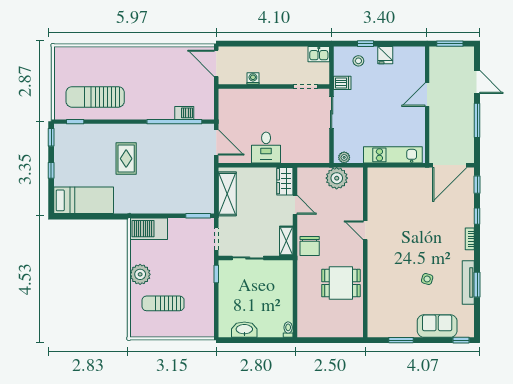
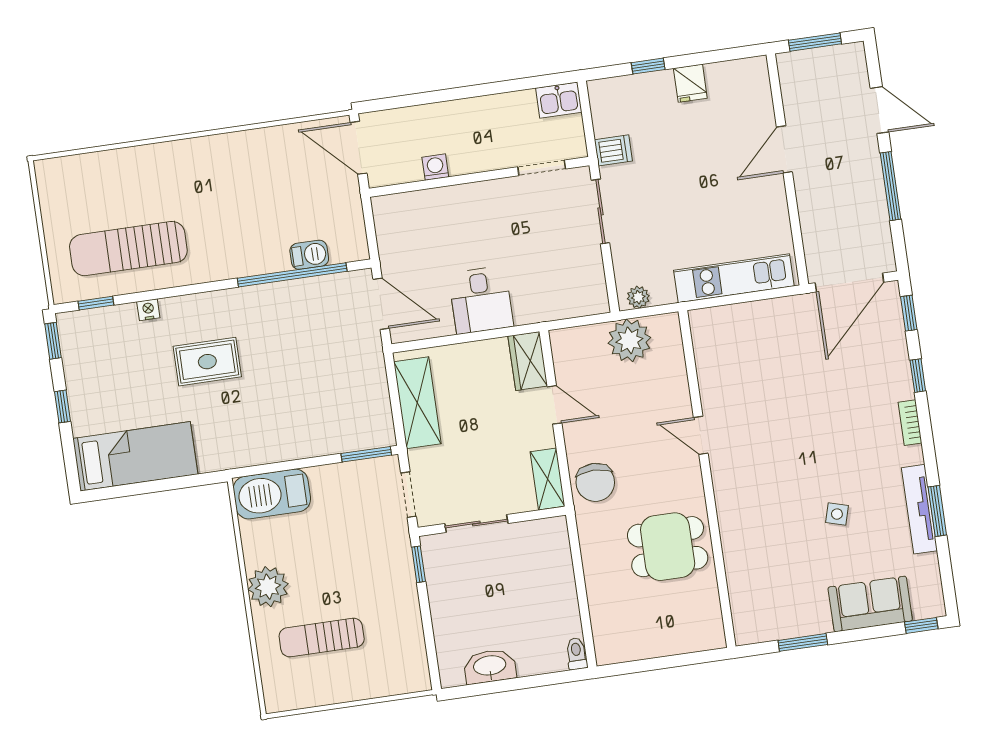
stool: (358, 61) -> (639, 102), removed
nightstand: (101, 129) -> (148, 310), added
rug: (126, 159) -> (207, 362), turned 90

